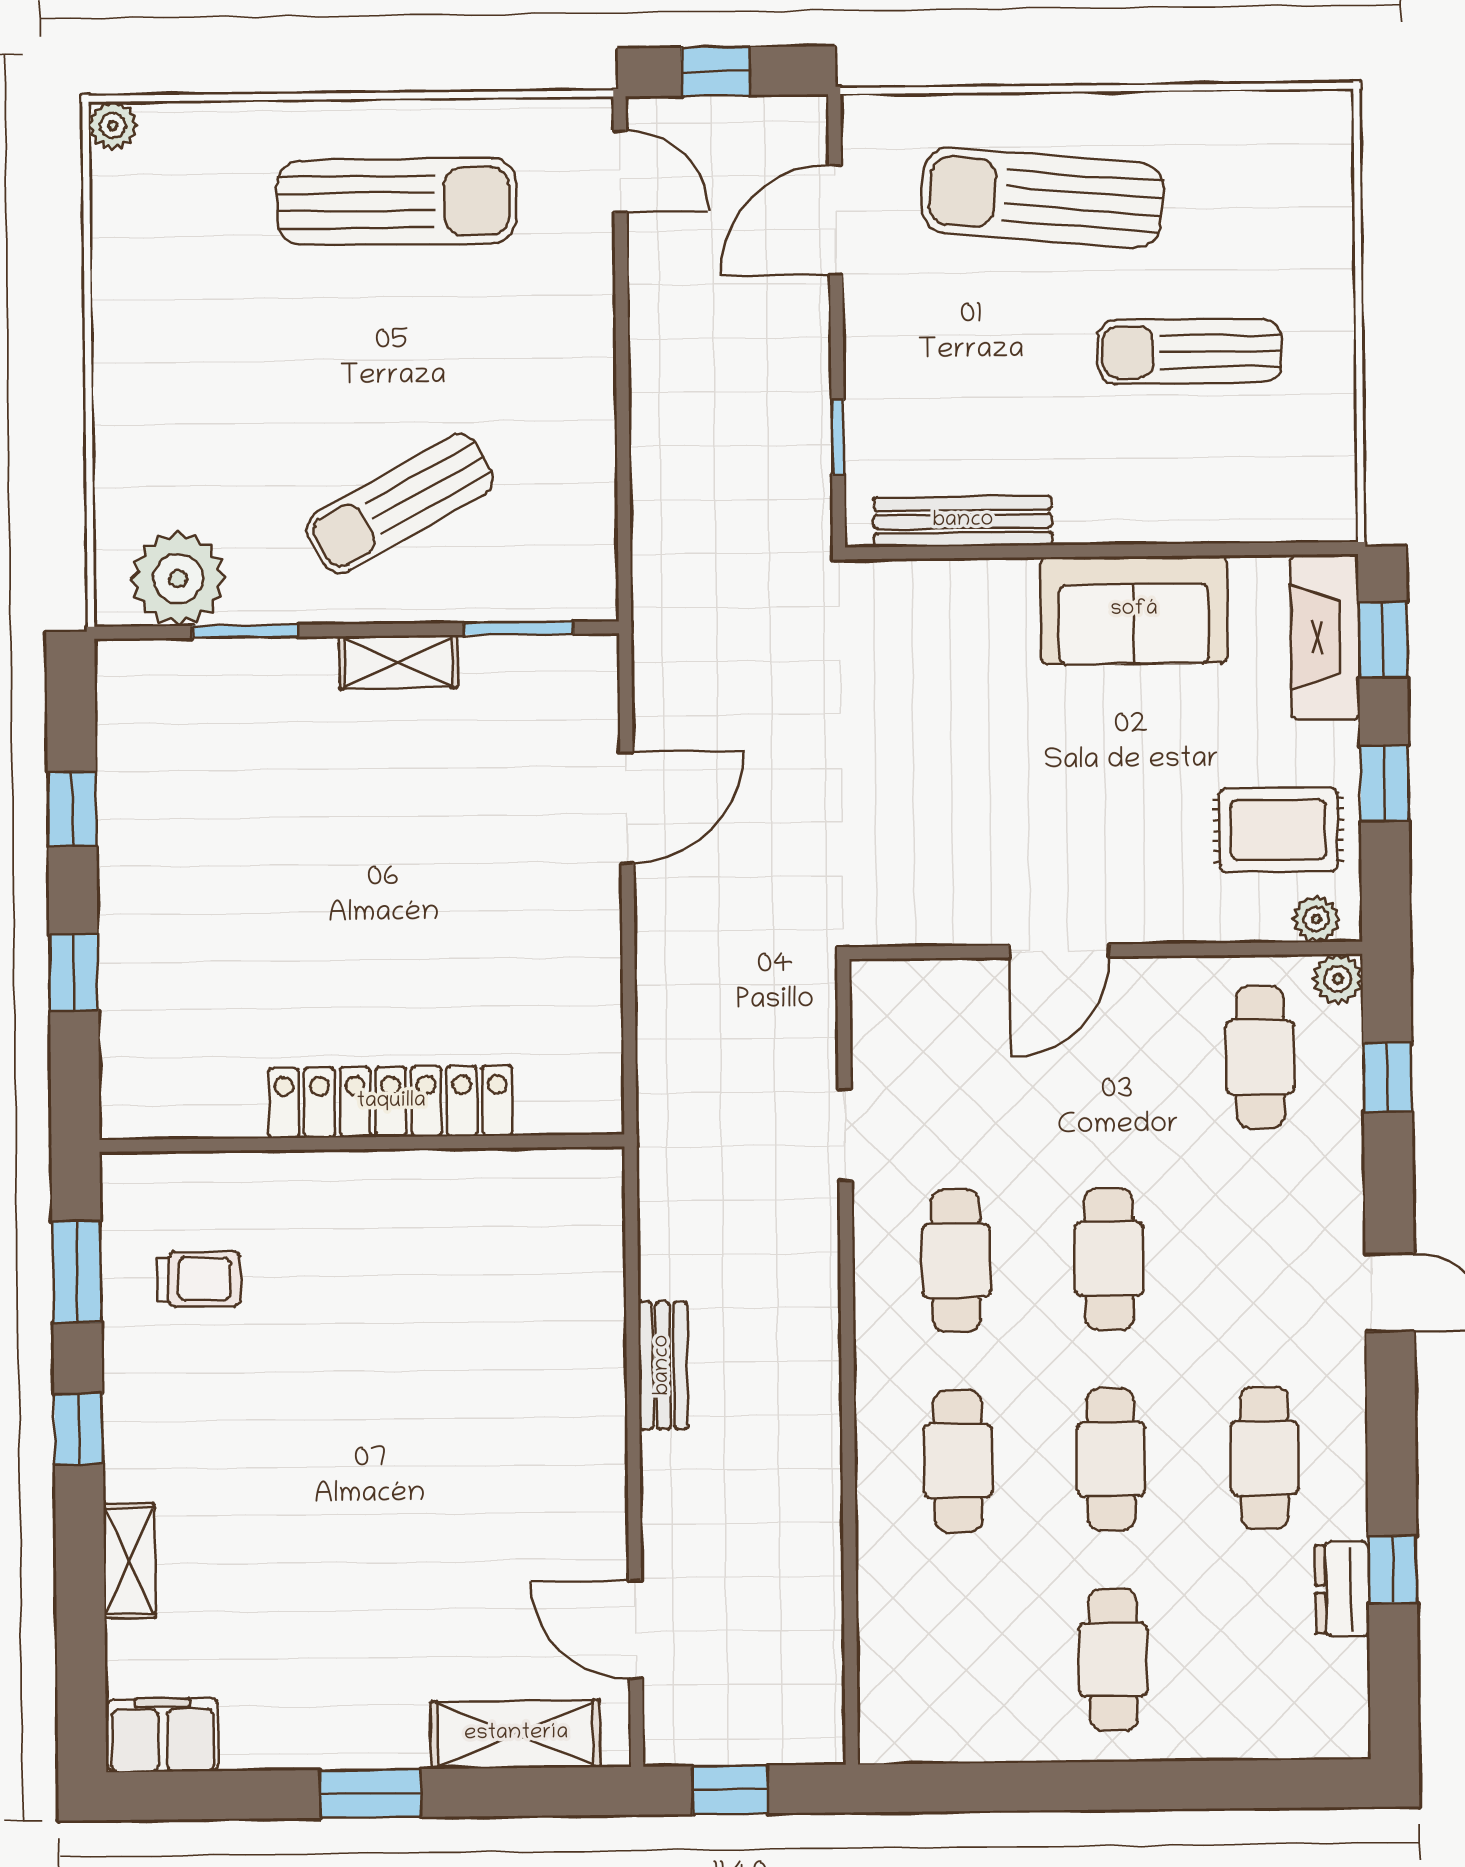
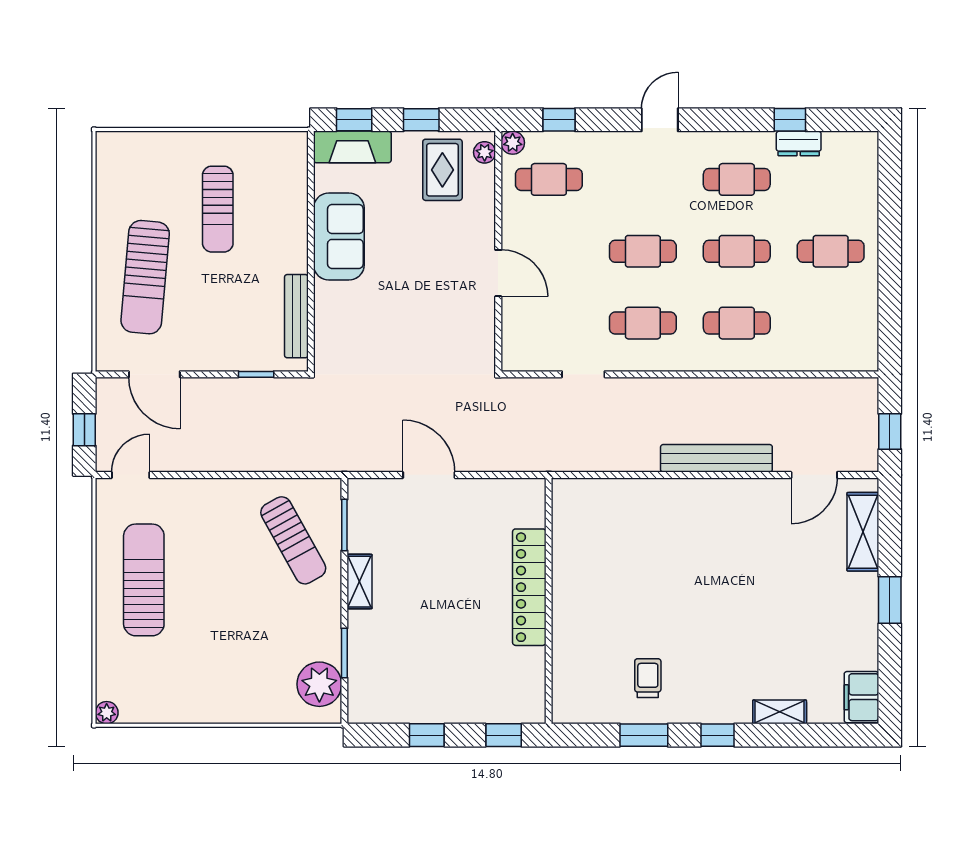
sun lounger: (400, 504) -> (293, 540), moved
locker: (391, 1102) -> (529, 587), moved
wall: (362, 1143) -> (549, 601), moved
bench: (663, 1365) -> (716, 458), width x1.86, depth x1.21

